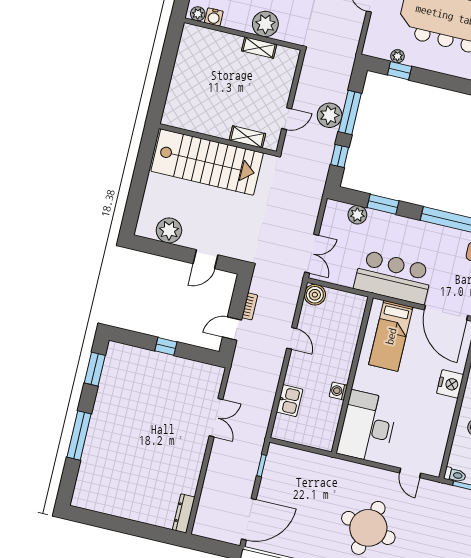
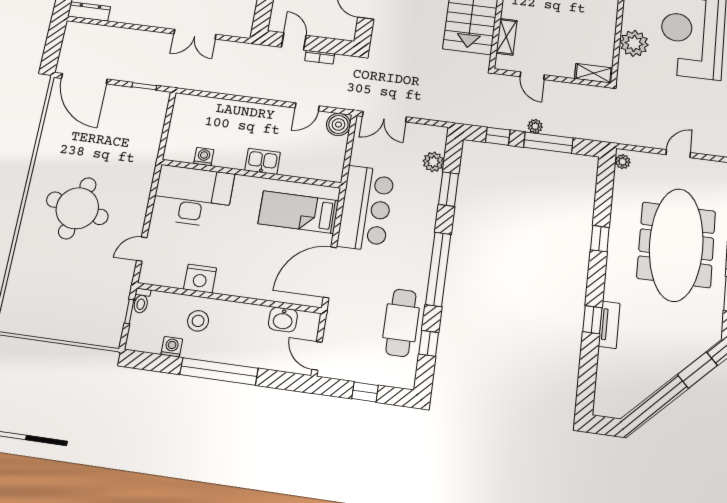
shelving: (259, 48) -> (594, 73), moved, turned 90
plant: (397, 56) -> (623, 162), moved
window: (400, 71) -> (600, 239), moved
plant: (330, 115) -> (535, 126), width x0.53, depth x0.53
door: (292, 338) -> (307, 107), moved
nightstand: (450, 384) -> (200, 279), moved
washing machine: (338, 391) -> (204, 157), moved
kitchen sink: (290, 401) -> (263, 161), moved, turned 180

